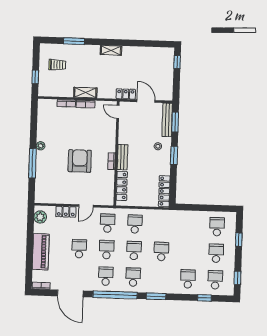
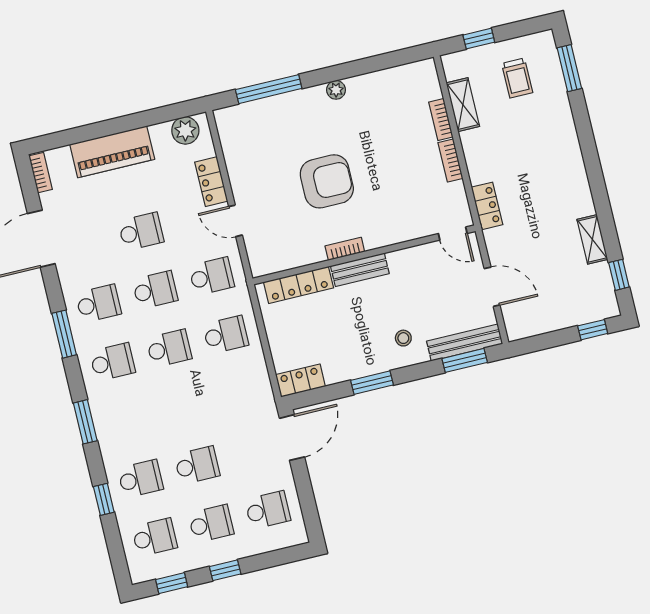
window: (74, 41) -> (569, 68), moved
window: (156, 44) -> (619, 275), added
shelving: (111, 50) -> (592, 239), moved
shelving: (85, 93) -> (463, 105), moved
locker: (126, 94) -> (487, 206), moved
door: (146, 101) -> (492, 287), hinge flipped
door: (118, 112) -> (453, 234), swing flipped
window: (174, 155) -> (372, 383), moved
window: (32, 163) -> (269, 89), moved
locker: (164, 191) -> (300, 381), width x0.66
door: (188, 207) -> (292, 438), added
window: (239, 240) -> (225, 570), moved
school desk: (161, 251) -> (197, 465), moved
window: (115, 295) -> (64, 334), width x0.47
window: (204, 298) -> (104, 499), moved

